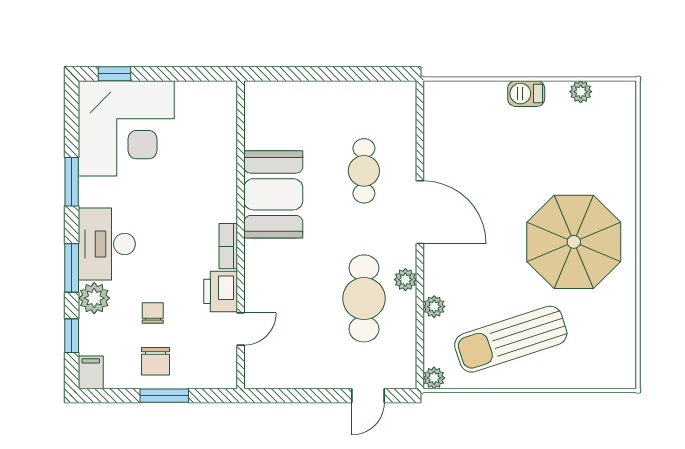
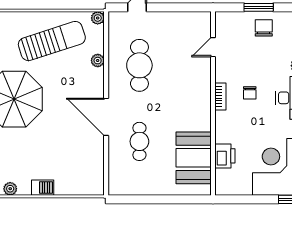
booth: (273, 194) -> (194, 158), moved
plant: (405, 280) -> (115, 77), removed
printer: (221, 291) -> (225, 156), moved
chair: (153, 313) -> (250, 93), moved

